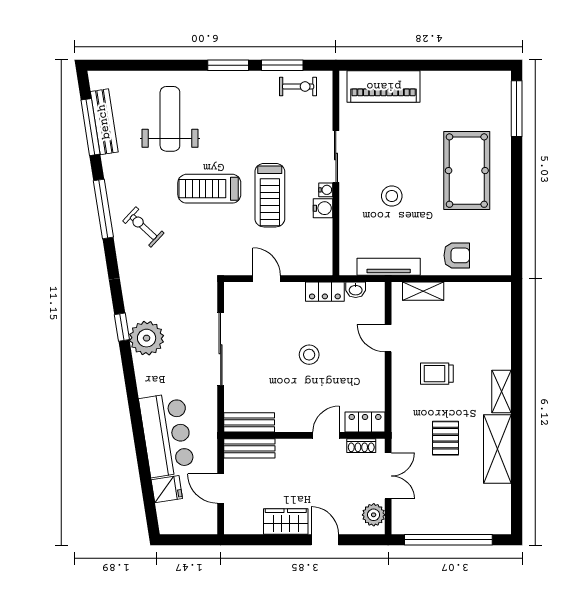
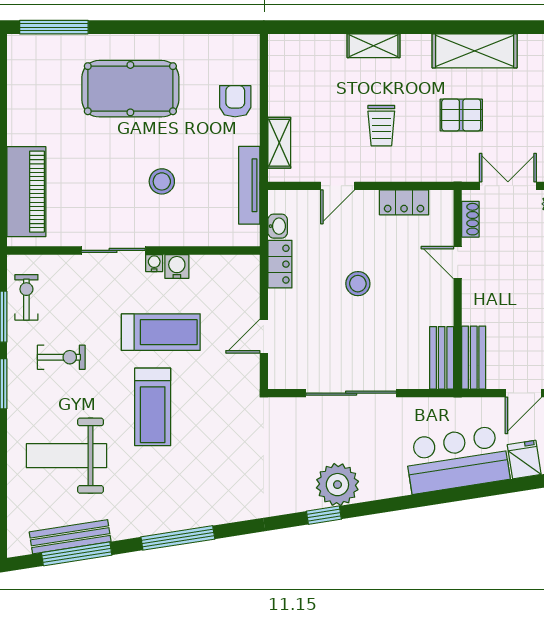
exercise bike: (143, 227) -> (61, 357), moved, turned -133
shelving: (502, 392) -> (374, 46), moved
locker: (365, 422) -> (404, 202), moved, turned -90

